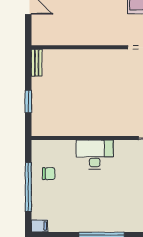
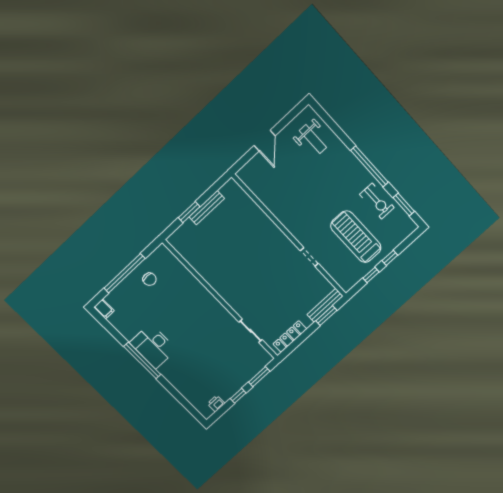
bench: (37, 63) -> (207, 208), moved, width x1.36
desk: (95, 155) -> (153, 346), moved, turned 180

